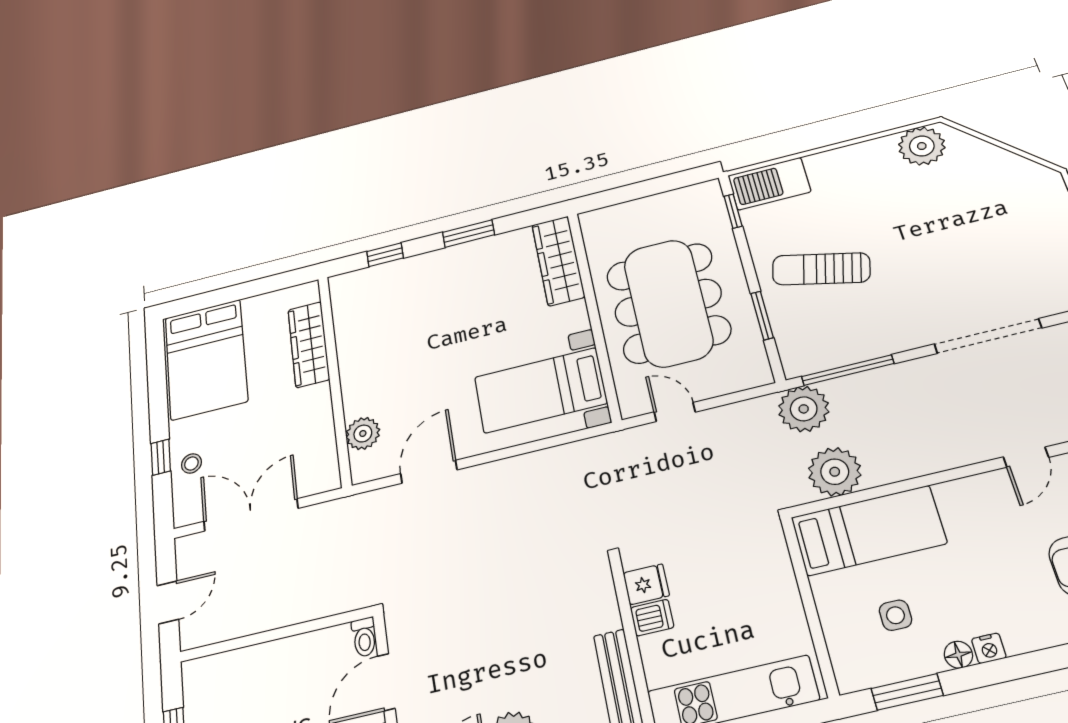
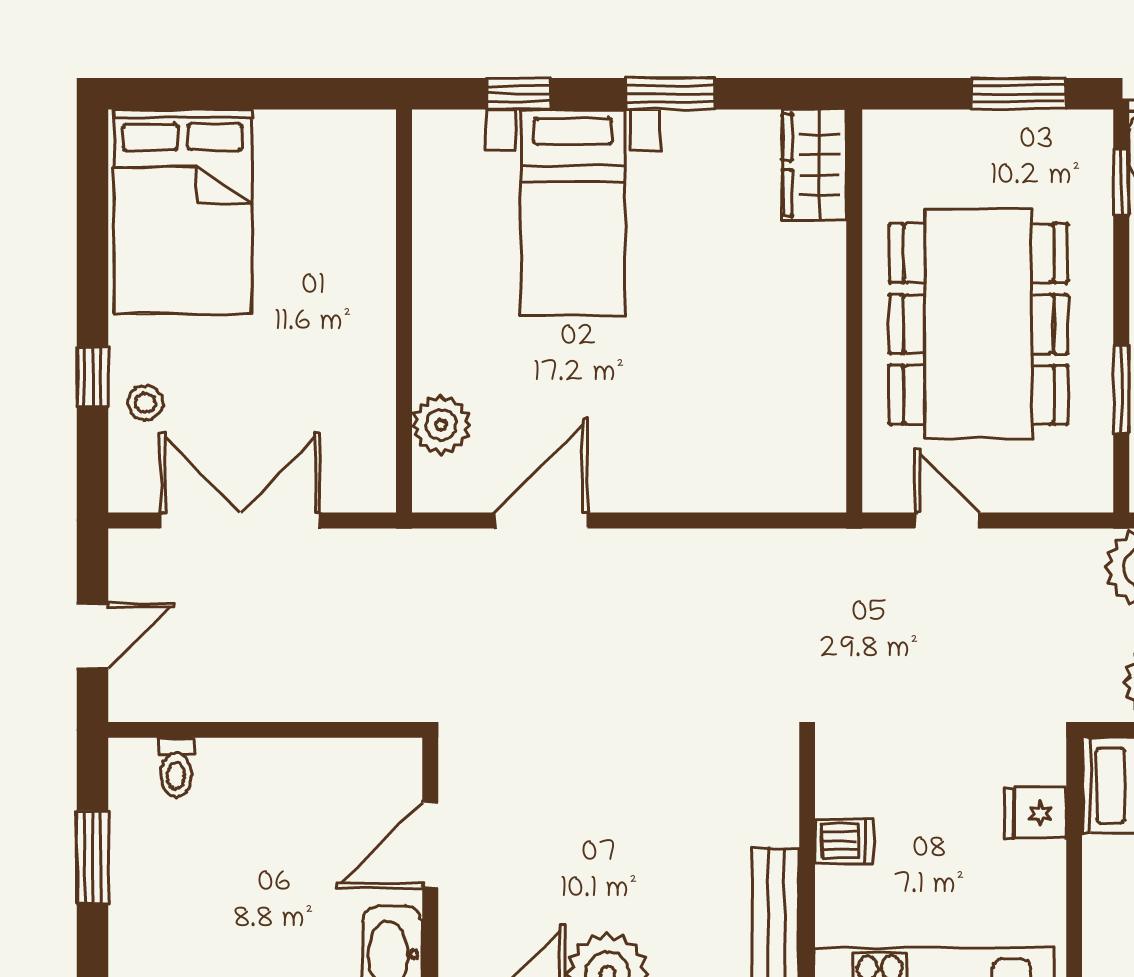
window: (663, 184) -> (1018, 94), added
wardrobe: (558, 261) -> (814, 165), width x0.67
wardrobe: (309, 344) -> (366, 233), removed
bed with nightstands: (540, 390) -> (573, 213), moved, turned -90
fridge: (646, 584) -> (1035, 813), moved, turned 180
toilet: (364, 637) -> (176, 767), moved

